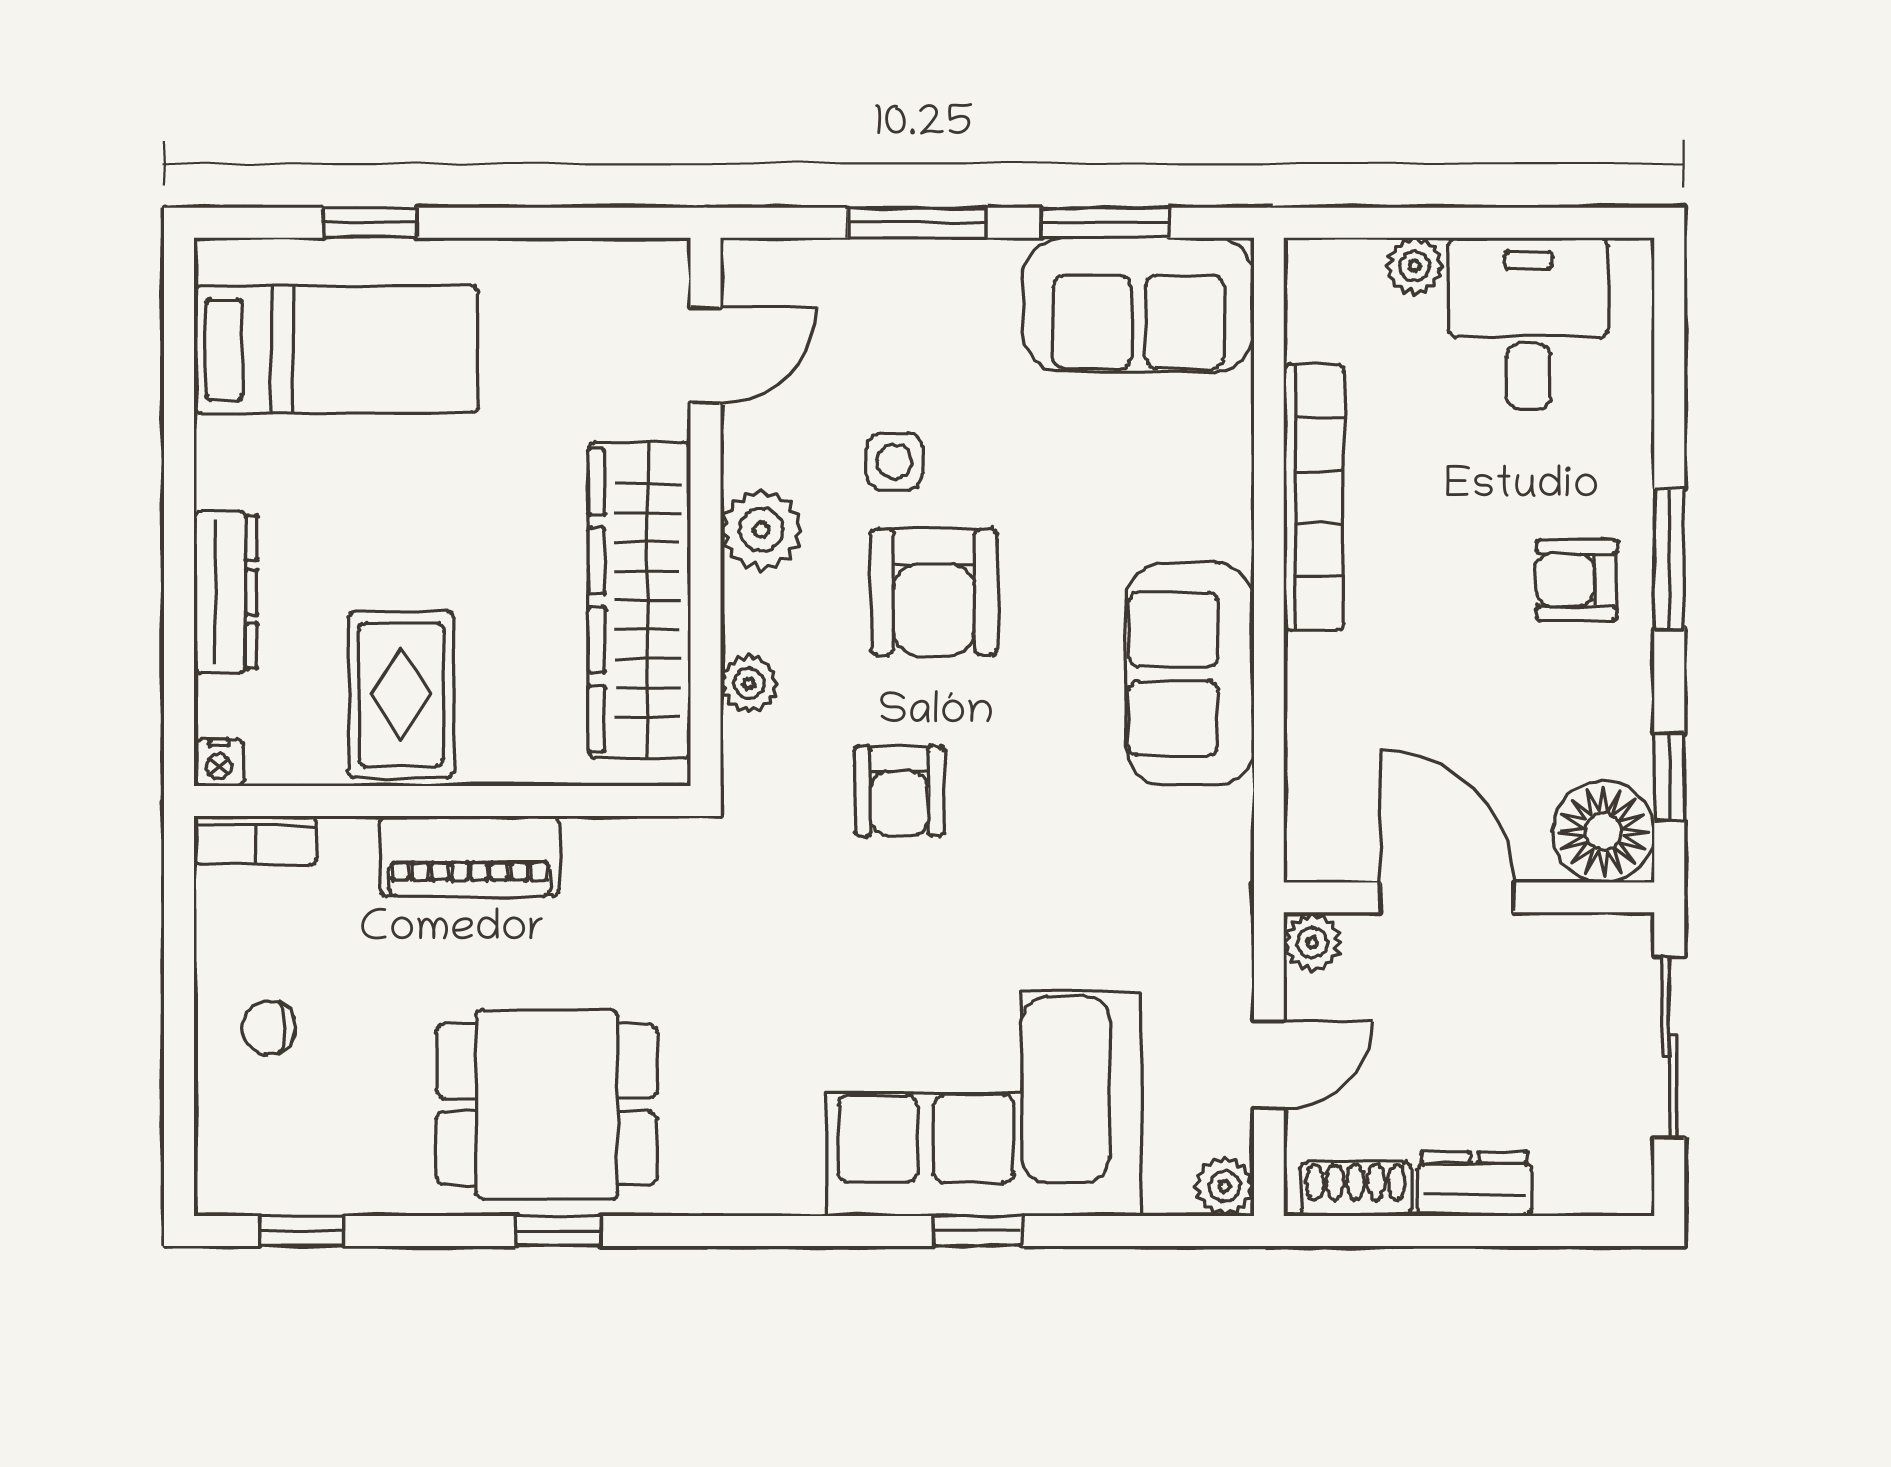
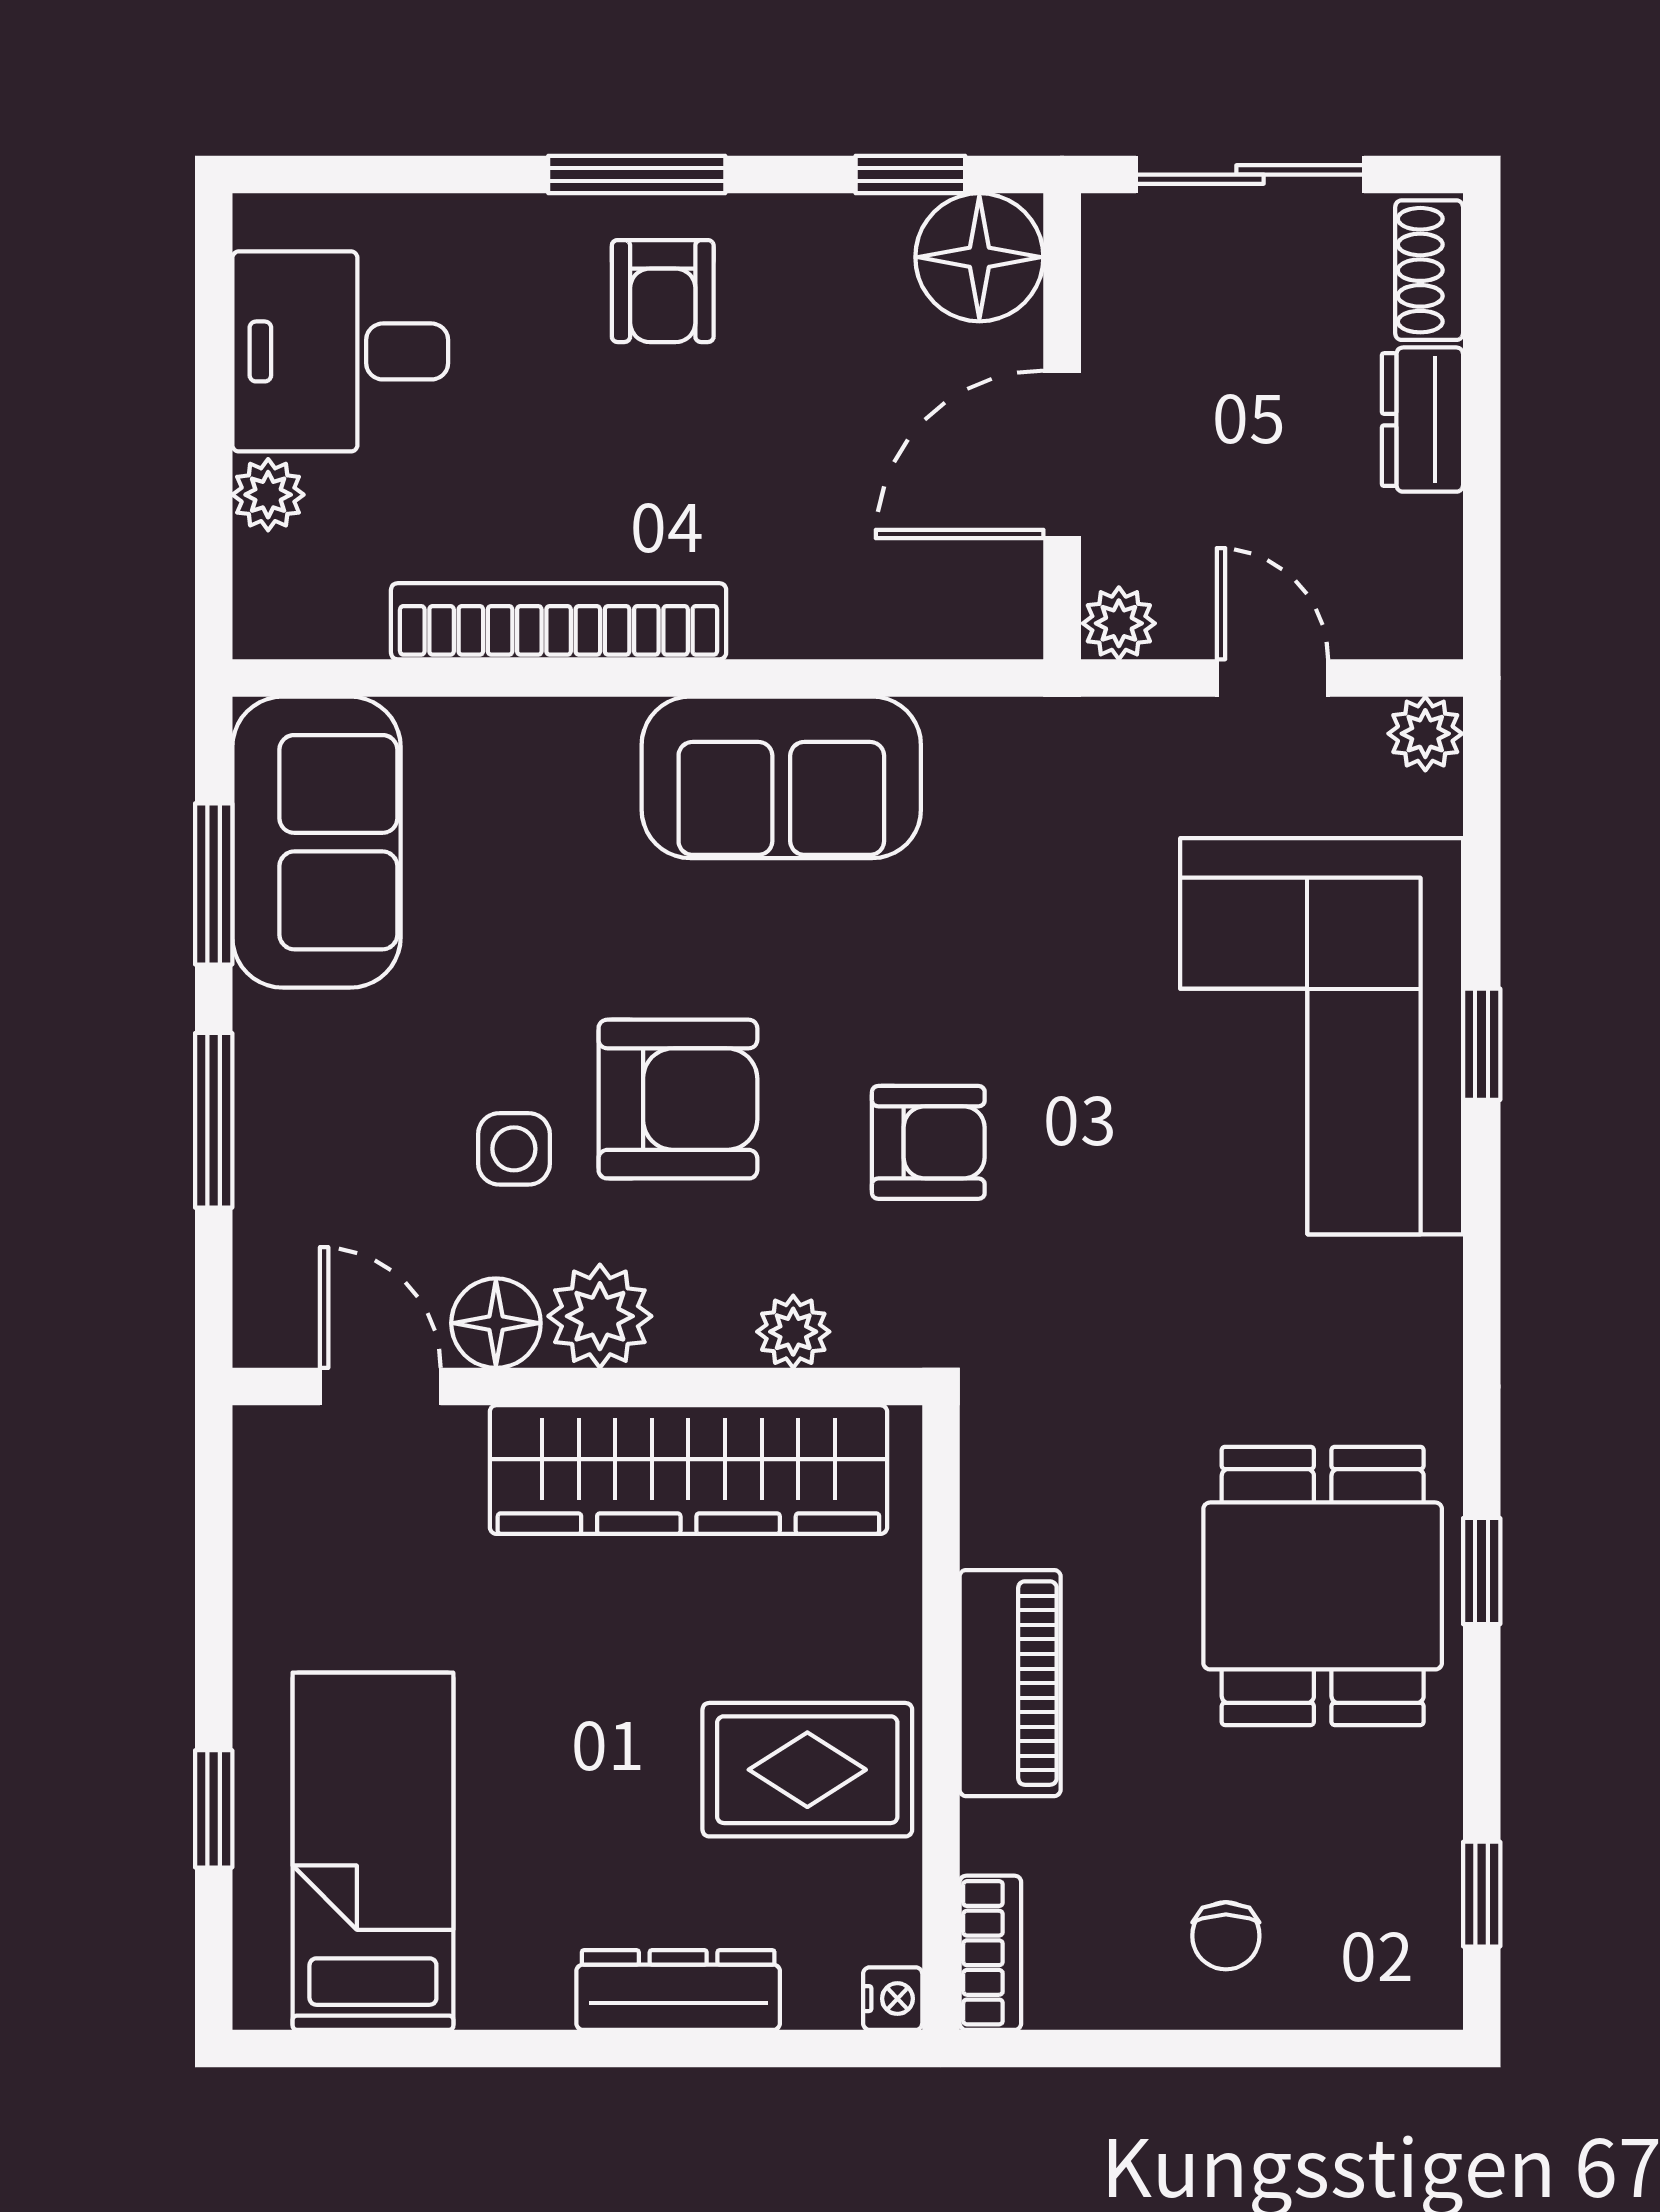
floor lamp: (756, 447) -> (496, 1323), added
shoe rack: (1356, 1189) -> (1429, 270), moved

